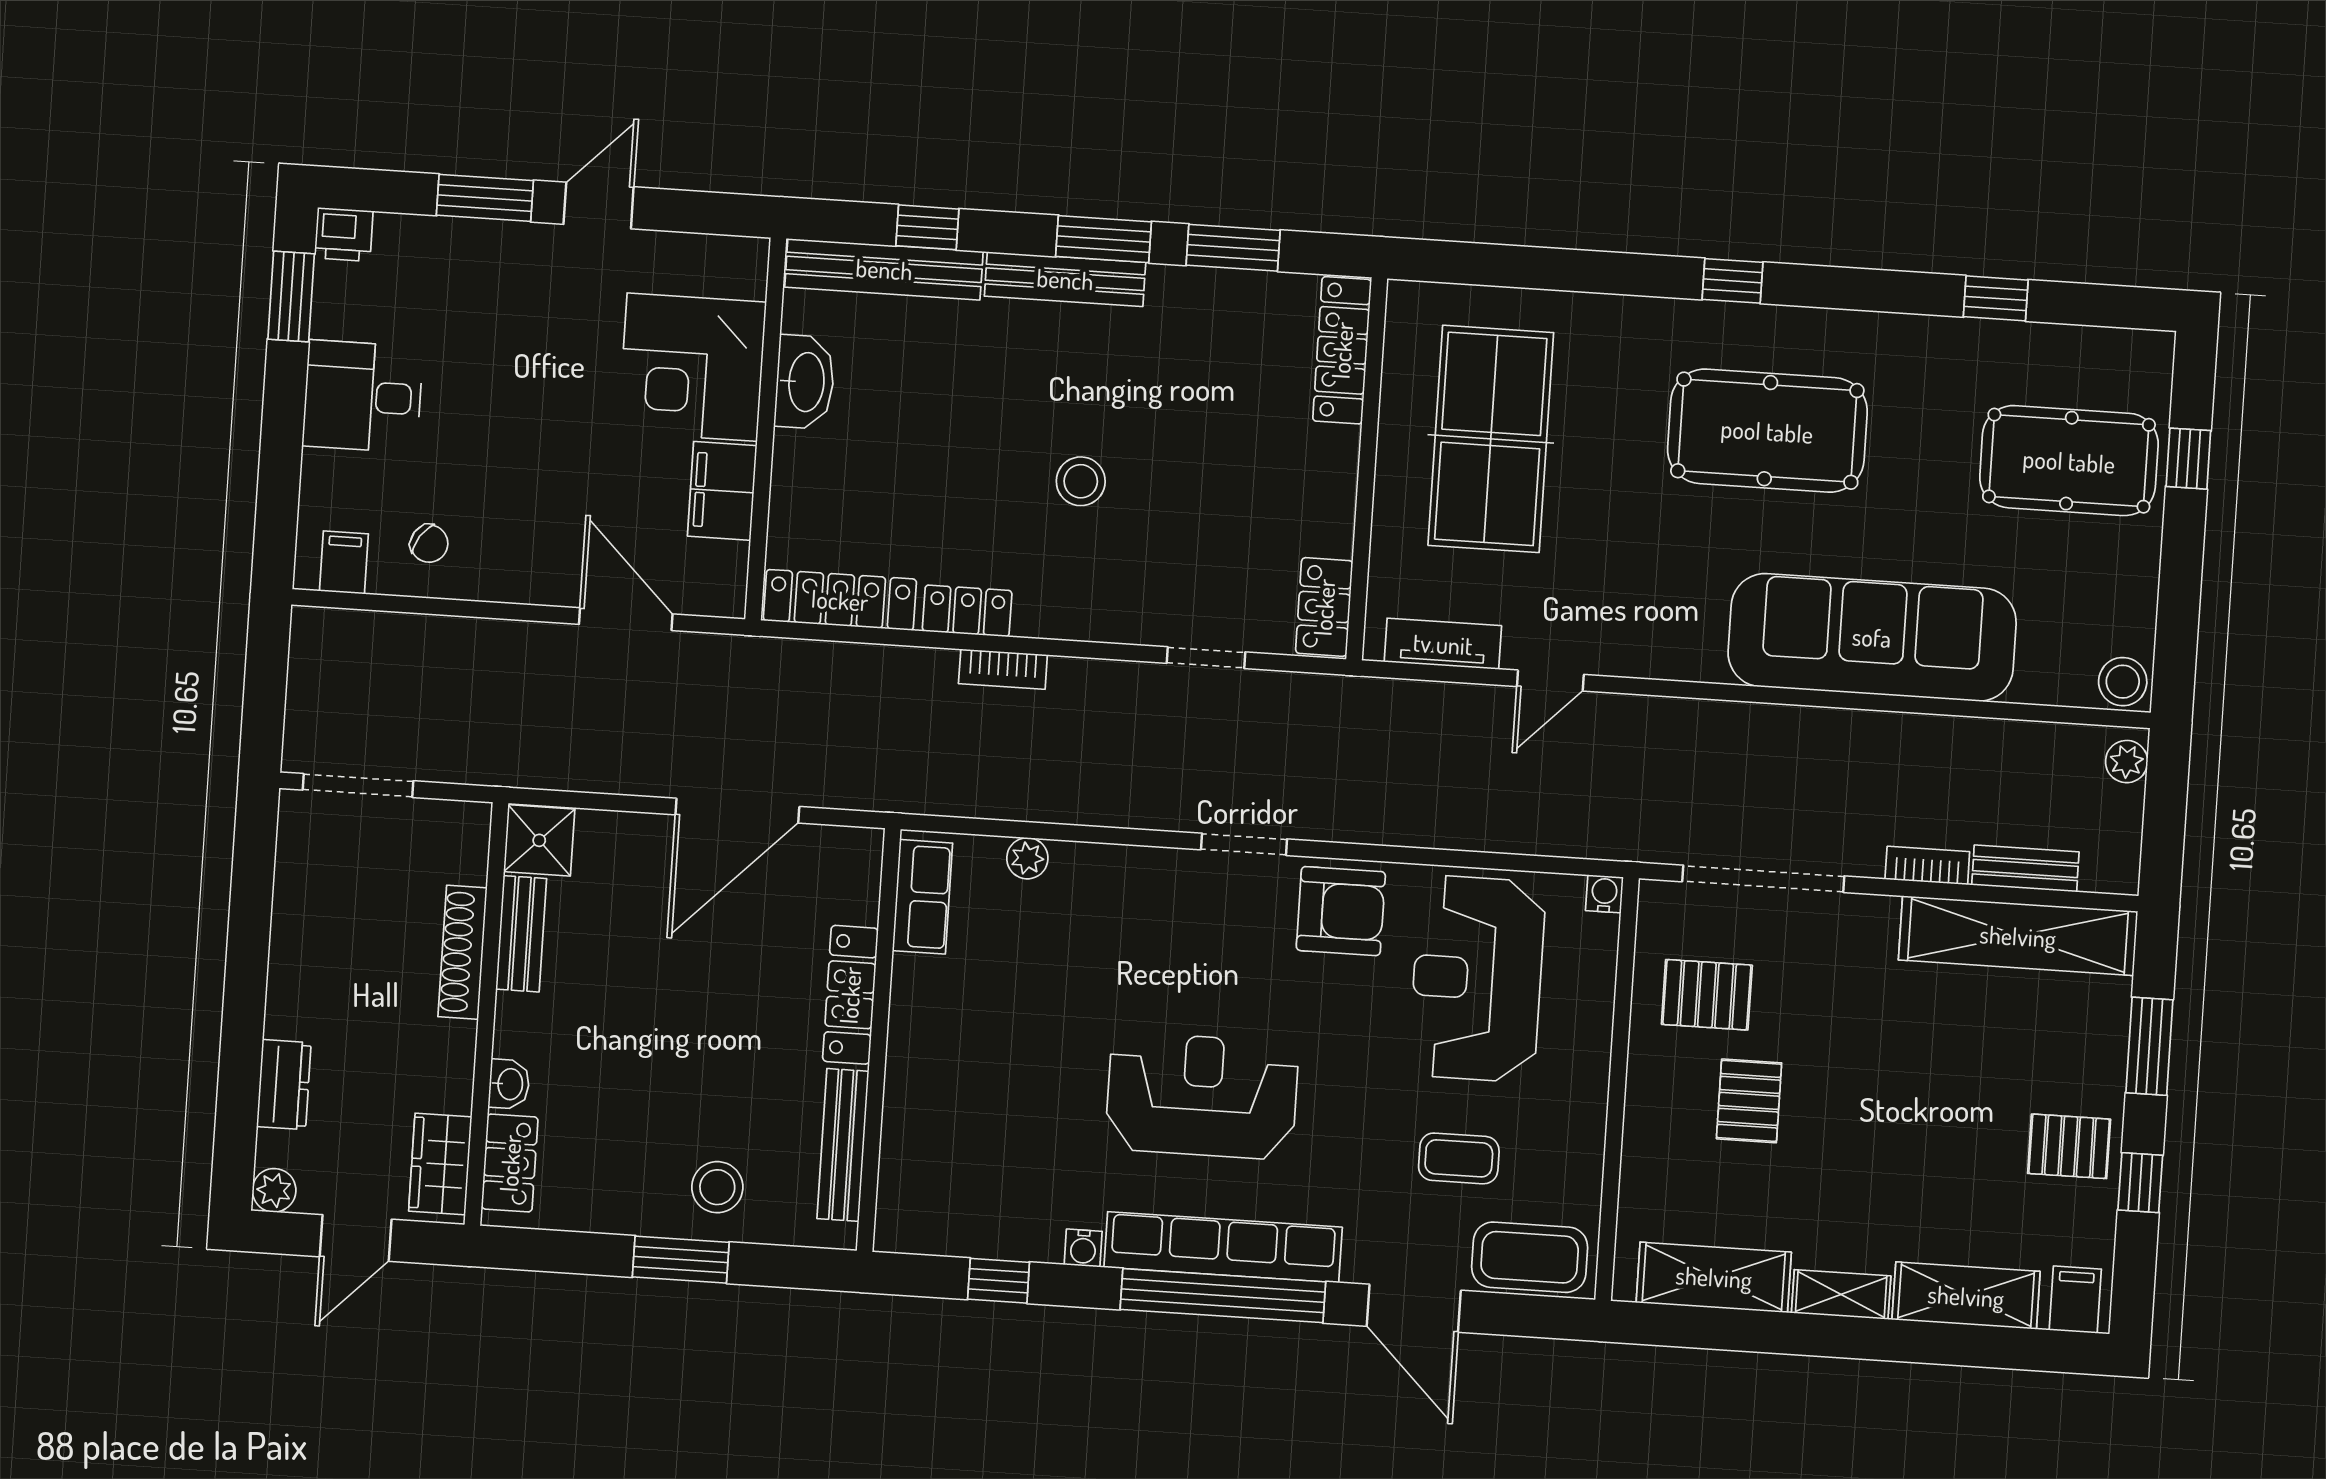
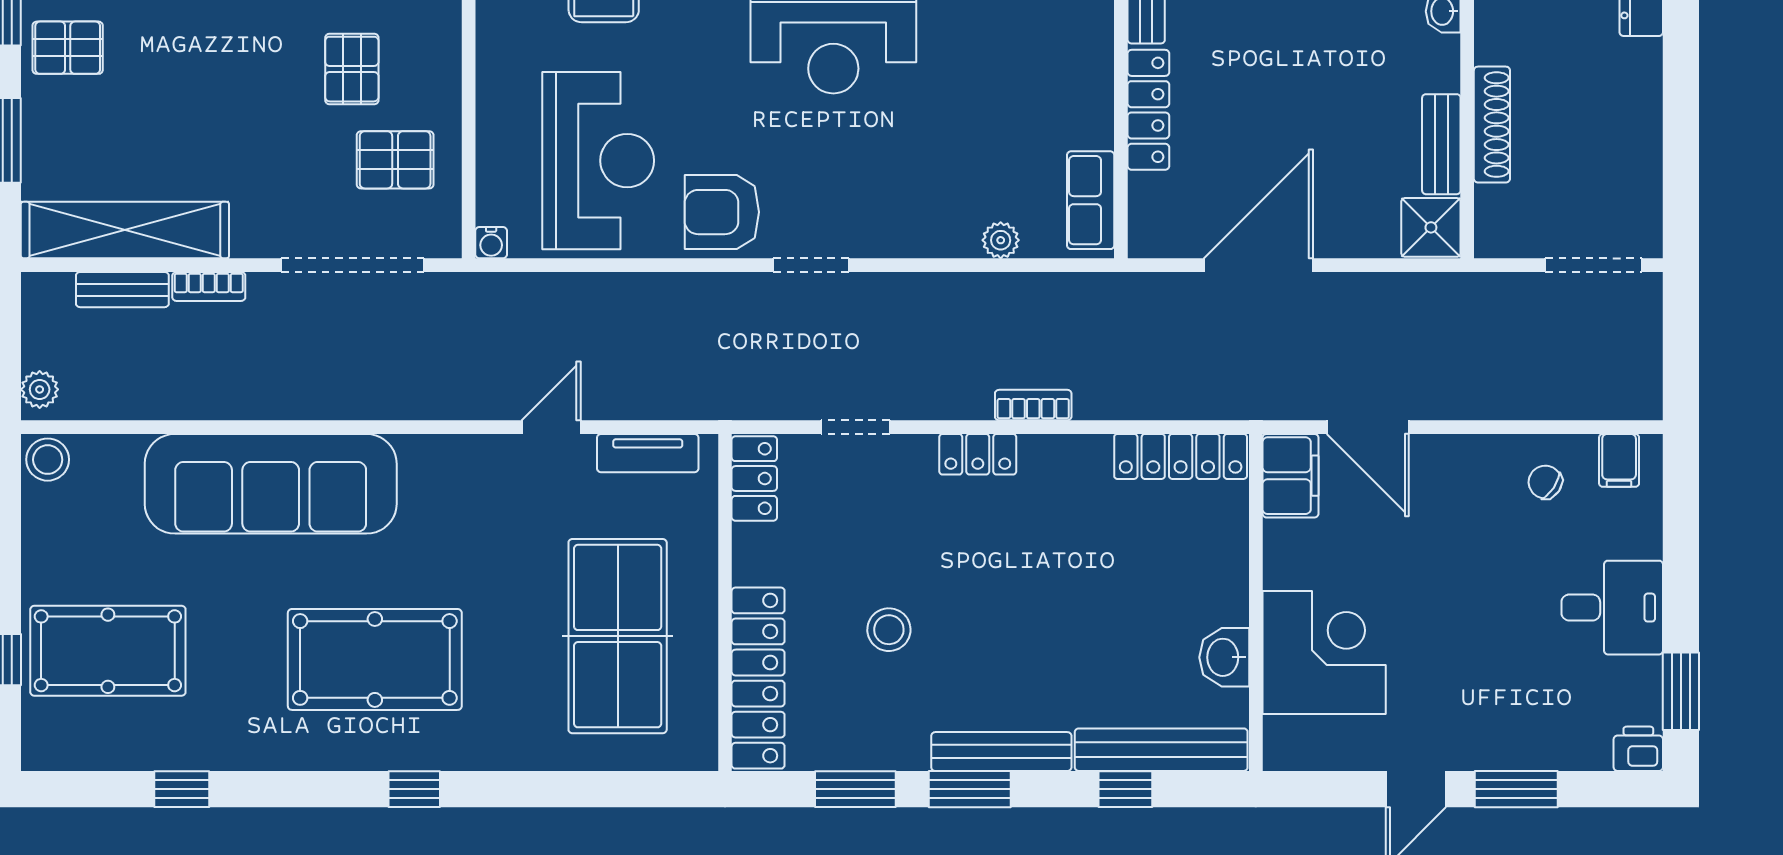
locker: (1342, 350) -> (758, 678), width x1.41, depth x1.21
washbasin: (805, 382) -> (1224, 657), width x0.72
stool: (1081, 481) -> (889, 630), moved
filing cabinet: (722, 491) -> (1290, 476), moved
locker: (967, 611) -> (978, 454), moved

